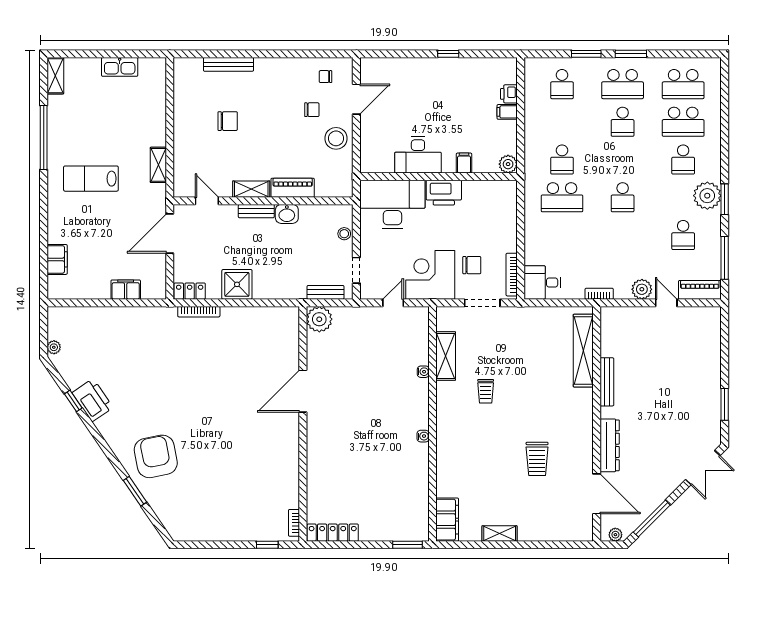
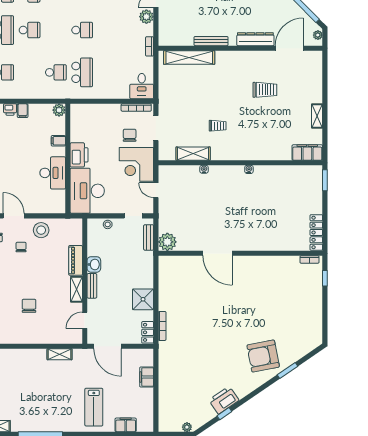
lab bench: (91, 179) -> (94, 407), moved

